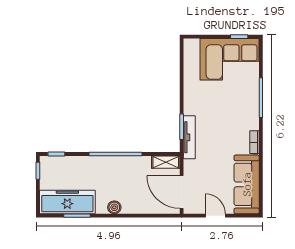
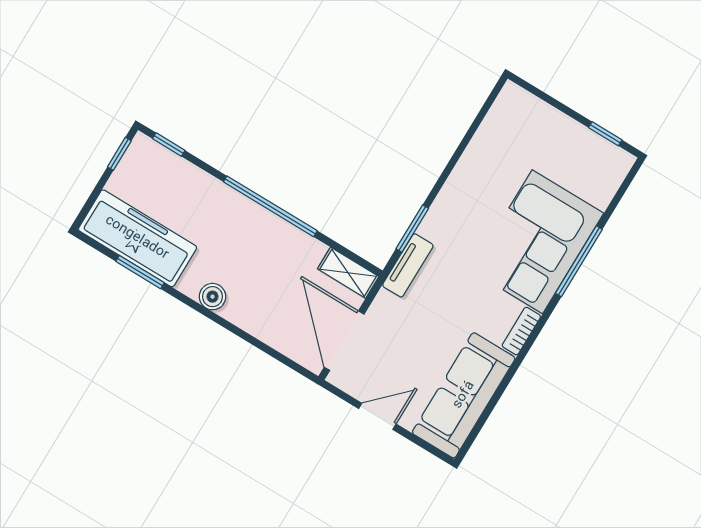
corner sofa: (229, 59) -> (537, 242), moved, turned 90
tv unit: (189, 137) -> (408, 265), width x0.71
door: (215, 216) -> (377, 416), hinge flipped

